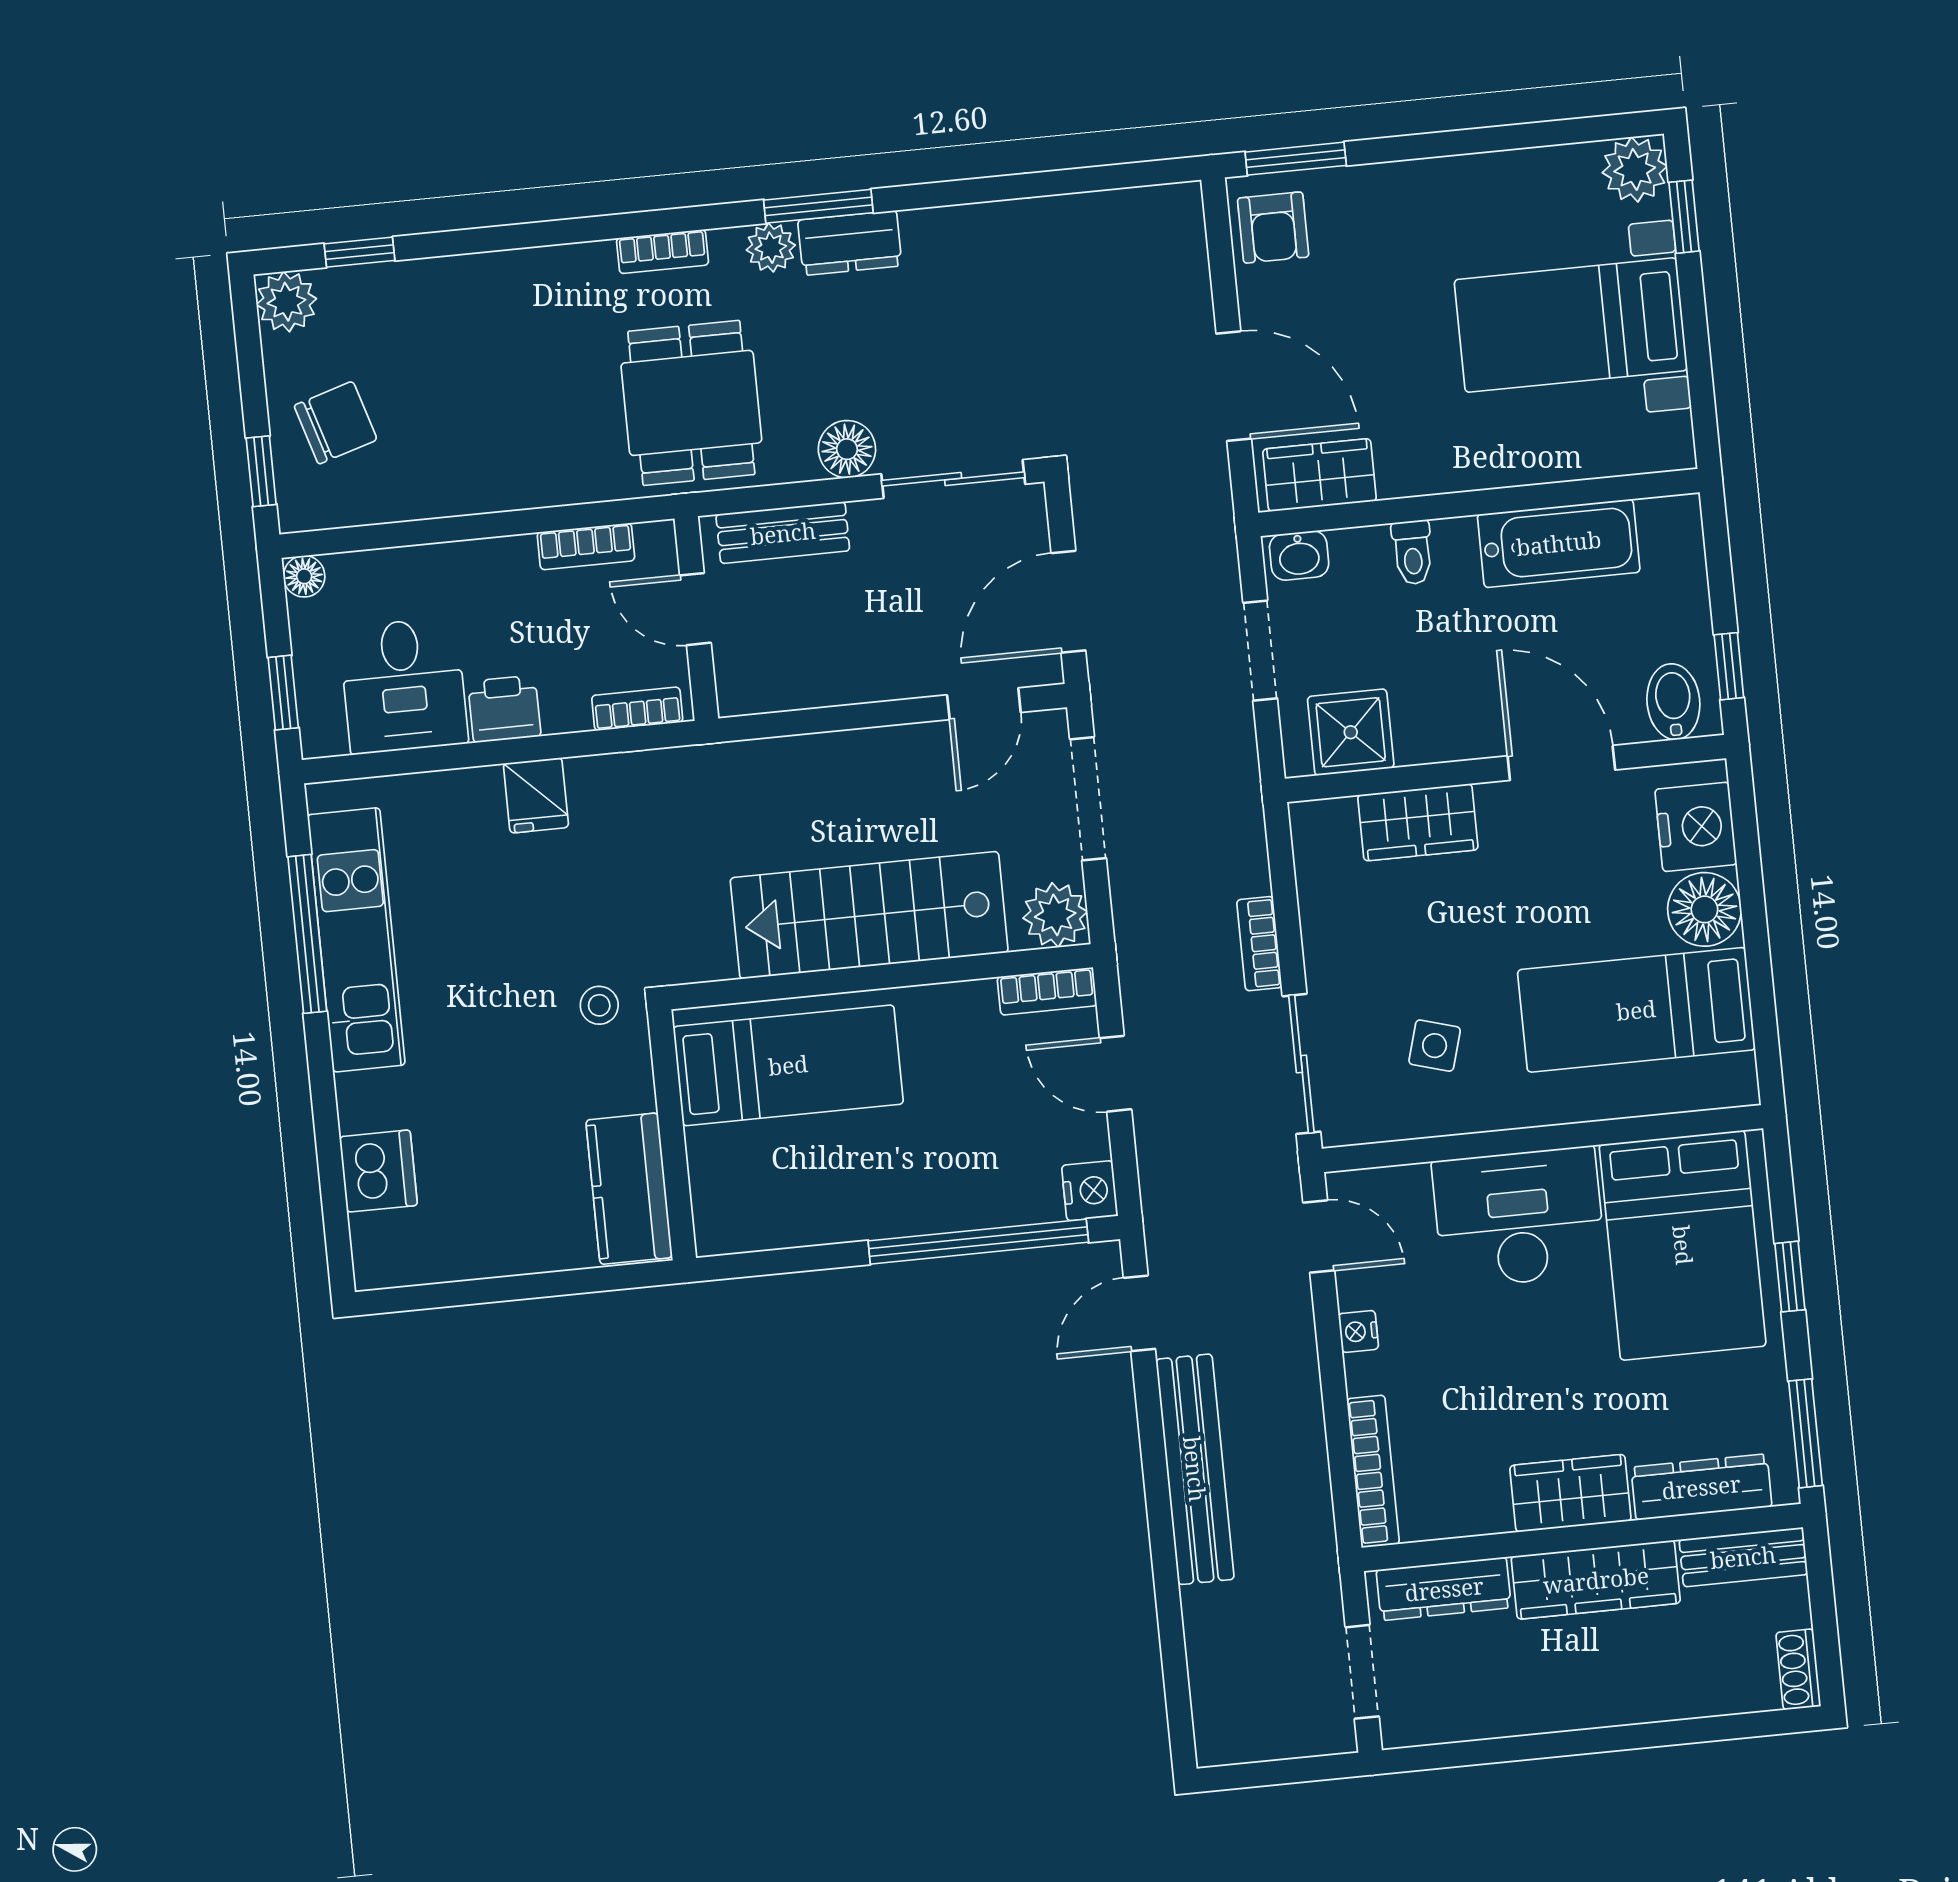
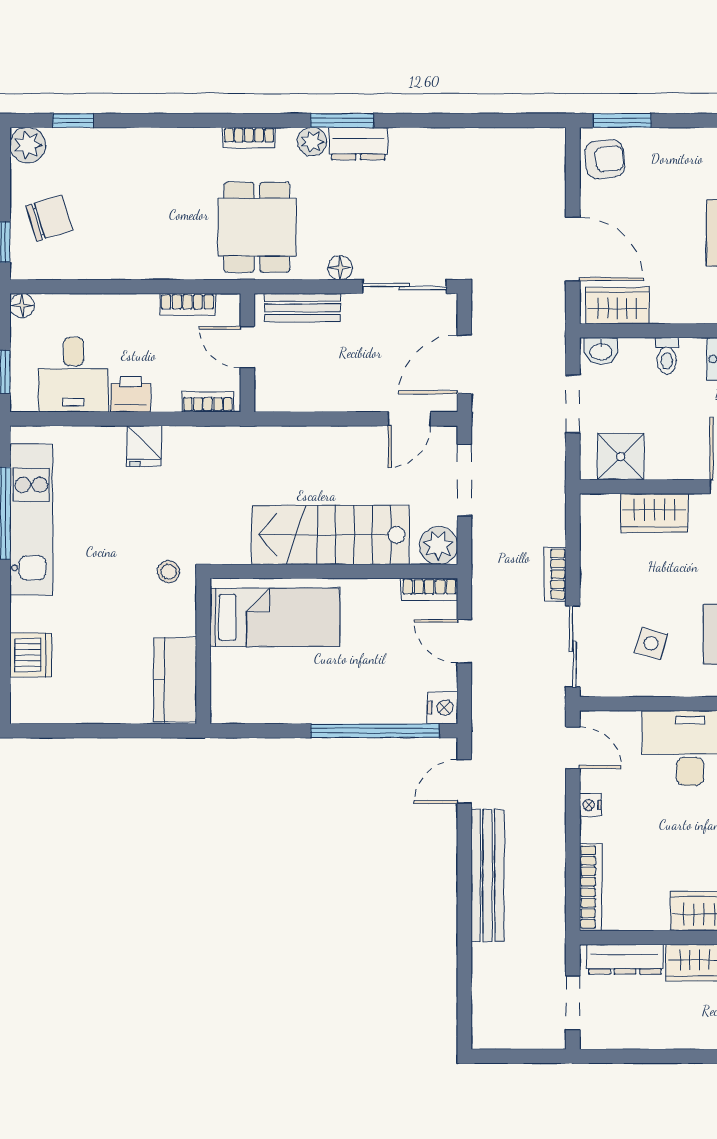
armchair: (1273, 228) -> (605, 159), turned -96
floor lamp: (847, 449) -> (340, 268), width x0.73, depth x0.73

